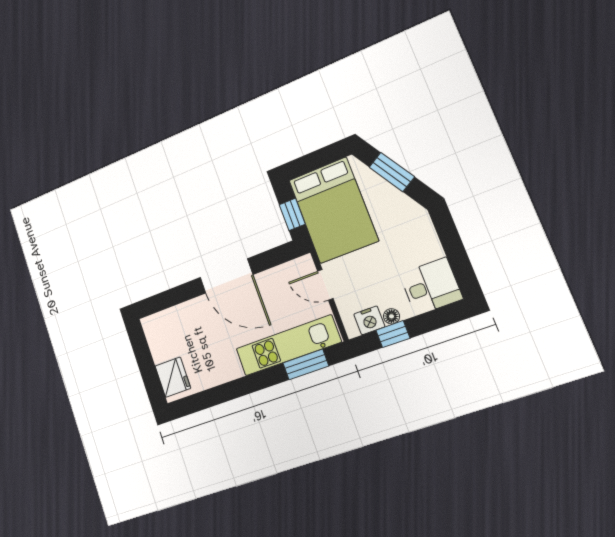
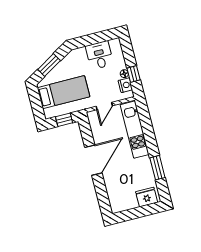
bed: (333, 210) -> (64, 92), width x0.67
desk: (431, 286) -> (100, 55), moved
window: (306, 364) -> (157, 168), moved

